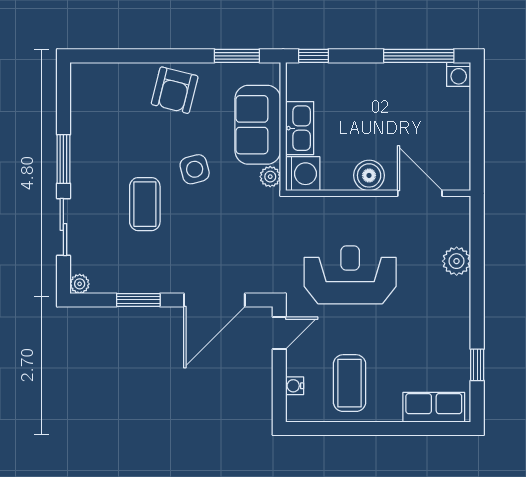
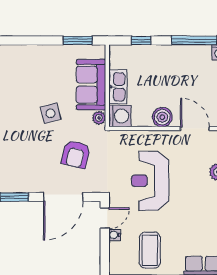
window: (314, 56) -> (141, 40), moved
armchair: (175, 90) -> (76, 154), moved
coffee table: (145, 204) -> (19, 135), removed
reception desk: (350, 275) -> (150, 181), turned -90
water cooler: (295, 386) -> (115, 235), moved

